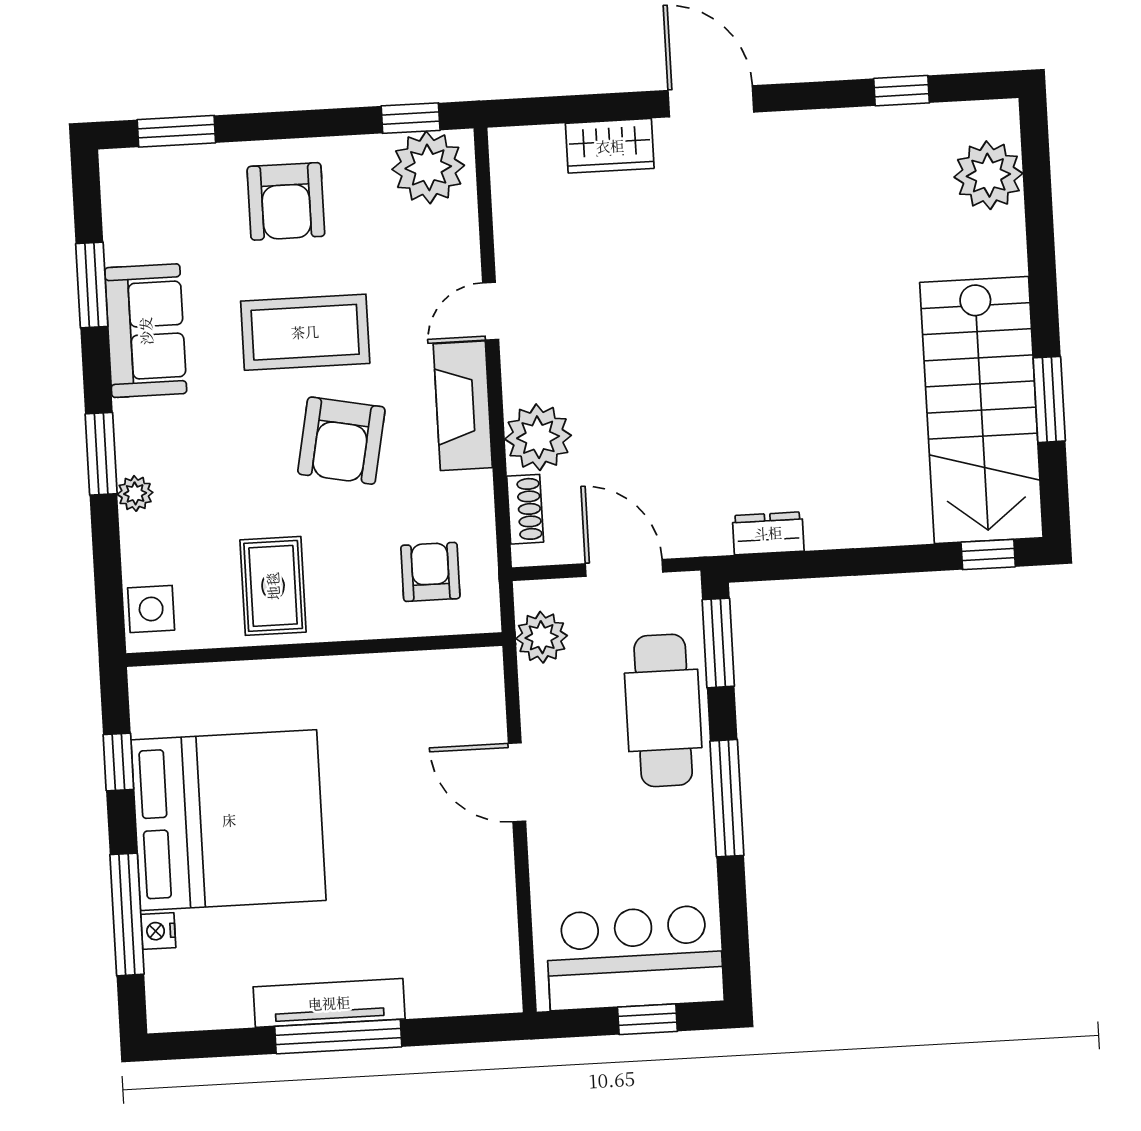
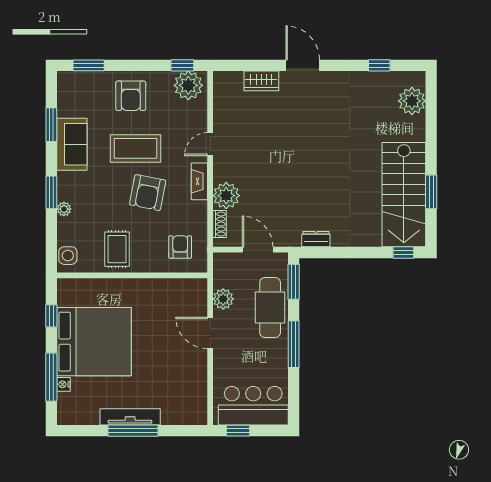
fireplace: (463, 406) -> (199, 181), width x0.73, depth x0.76
plant: (542, 637) -> (223, 299), moved
window: (647, 1019) -> (238, 431), moved

